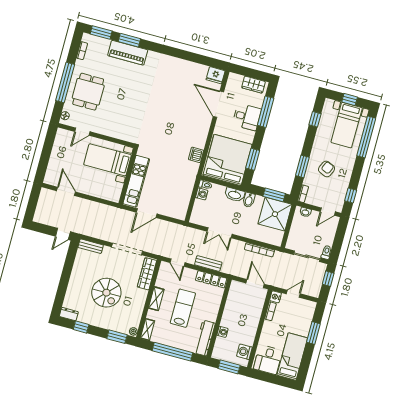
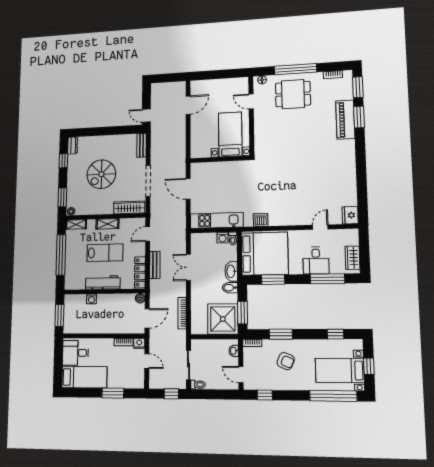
door: (218, 104) -> (320, 227), width x0.53
kitchen unit: (136, 181) -> (217, 220), moved, turned 180
boiler: (235, 285) -> (140, 298), added
workbench: (205, 338) -> (103, 282), moved
washing machine: (244, 352) -> (78, 327), removed

